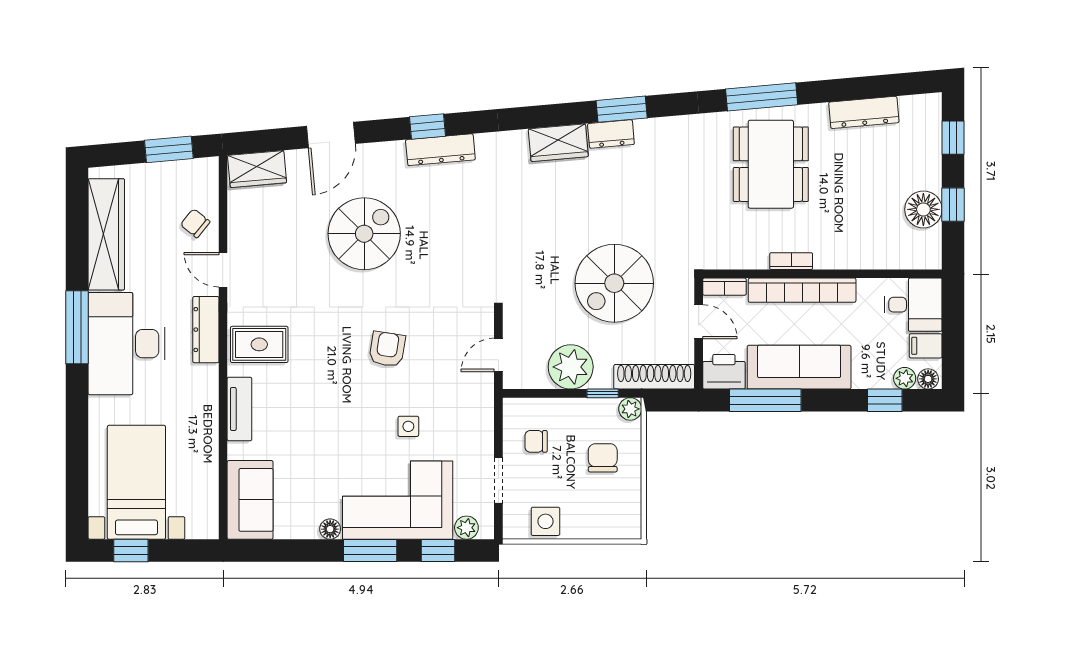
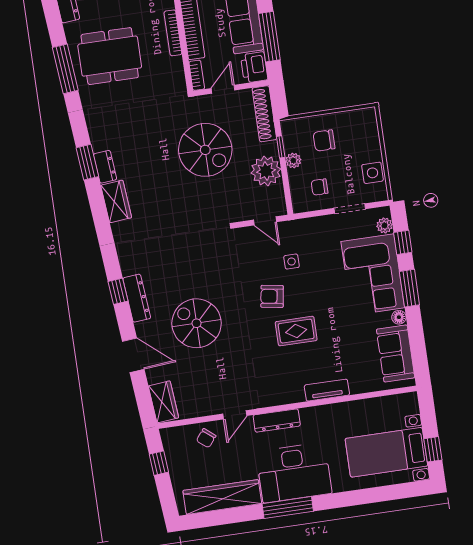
window: (169, 149) -> (159, 463), width x0.67
dresser: (440, 150) -> (137, 298), moved
bookcase: (791, 261) -> (173, 33), width x1.56
rug: (259, 344) -> (296, 331), moved, turned 90
plant: (630, 409) -> (293, 160), moved
side table: (408, 426) -> (292, 262), moved
chair: (536, 441) -> (320, 187), turned 90
sofa: (250, 500) -> (396, 353), moved, turned -90

